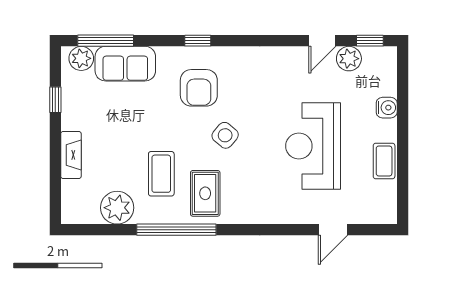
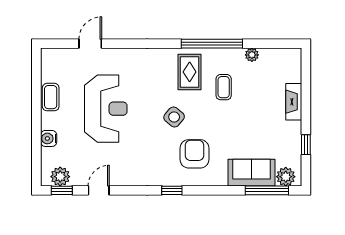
window: (198, 41) -> (172, 190), moved
plant: (349, 59) -> (60, 177), moved
coffee table: (161, 174) -> (224, 87), width x0.73, depth x0.77
plant: (117, 208) -> (252, 55), width x0.53, depth x0.53

